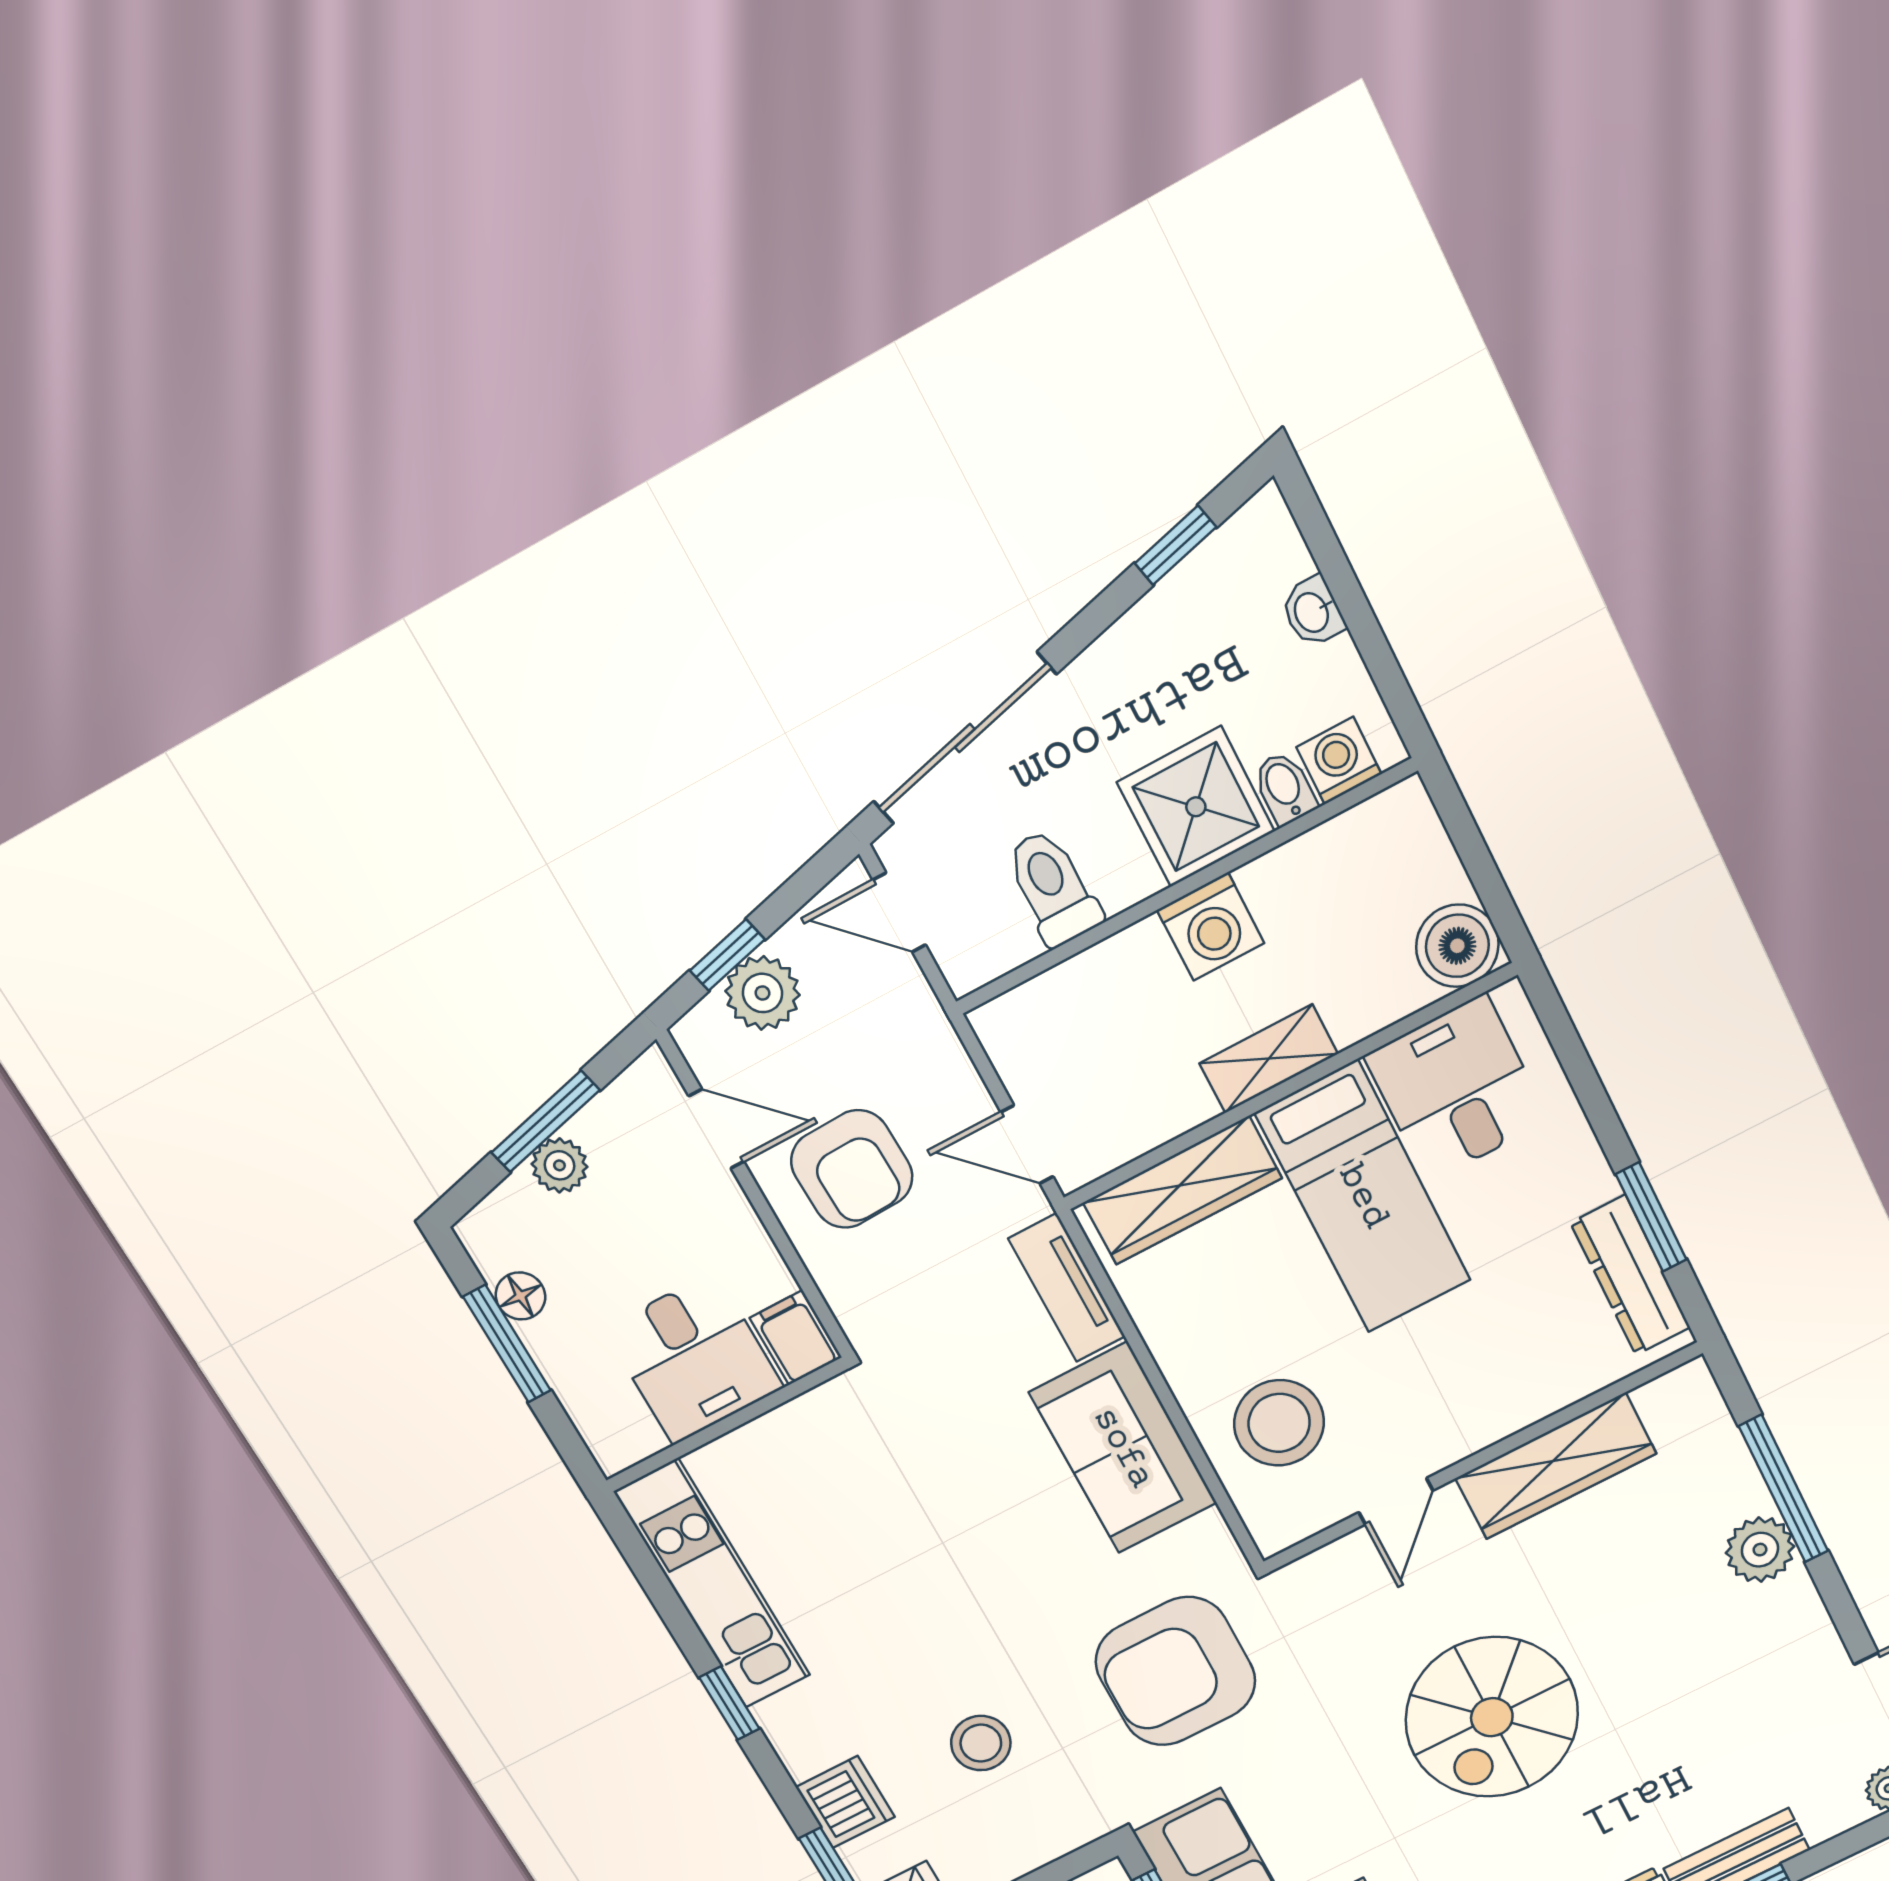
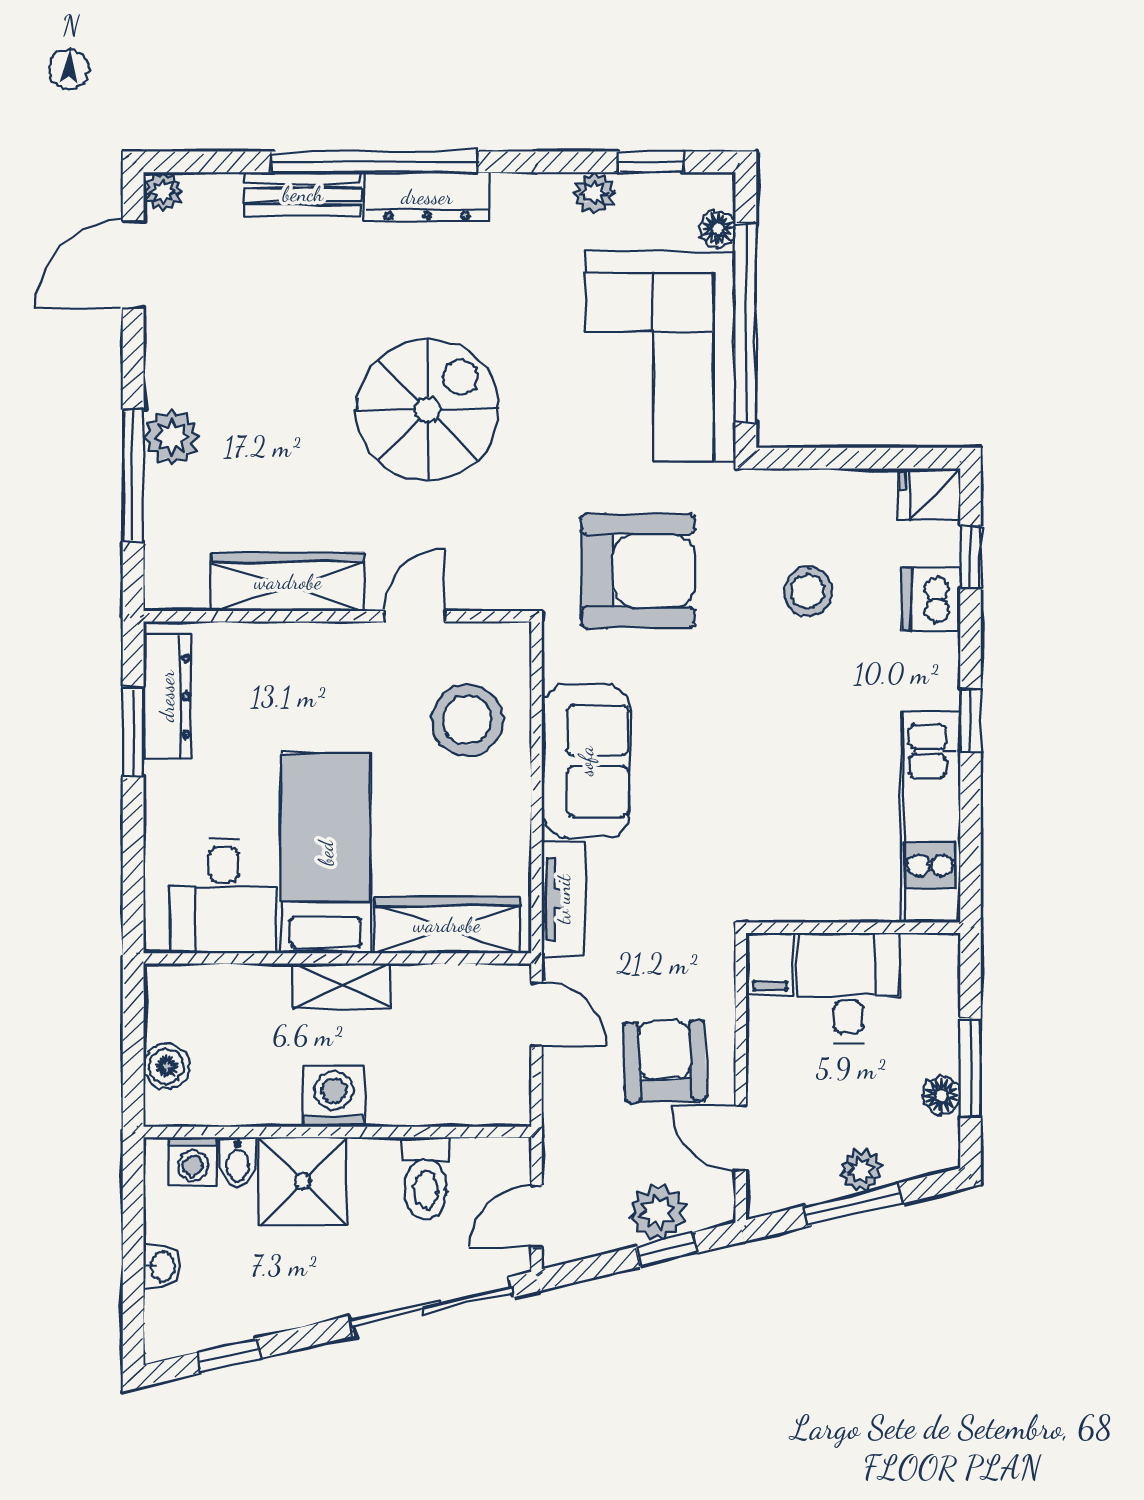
door: (899, 912) -> (537, 1217), swing flipped
boiler: (1457, 946) -> (166, 1067), moved, width x0.73, depth x0.73

